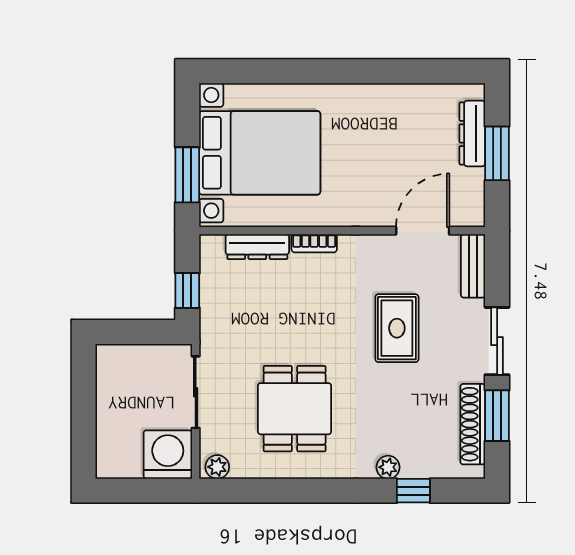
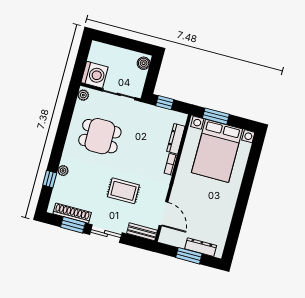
boiler: (116, 357) -> (144, 63), added

